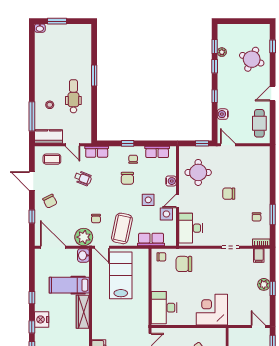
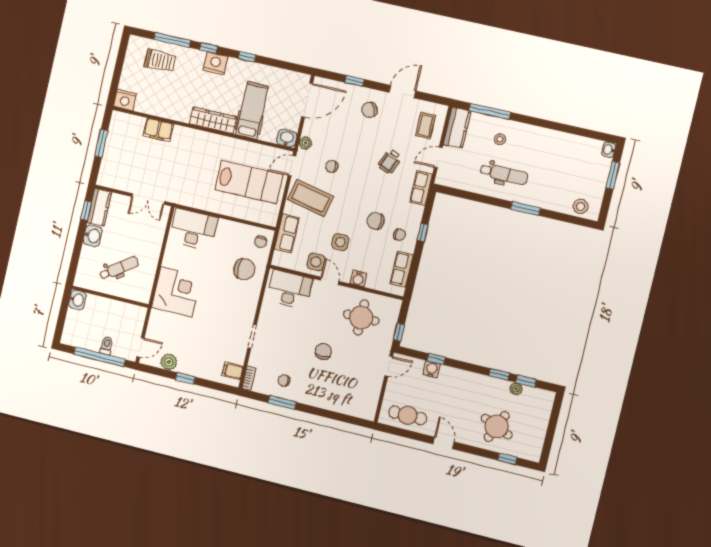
stool: (84, 38) -> (581, 206), added
window: (215, 96) -> (436, 359), moved
plant: (84, 237) -> (306, 143), width x0.53, depth x0.53
chair: (184, 264) -> (244, 269), turned 90
plant: (264, 284) -> (169, 362), moved

